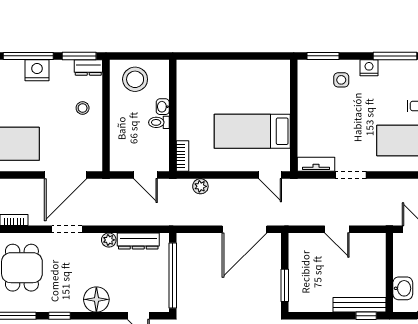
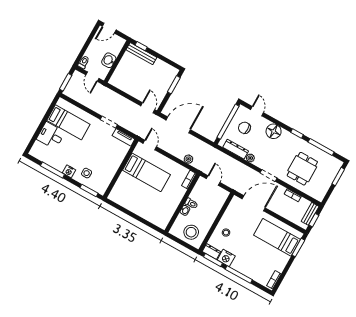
nightstand: (37, 70) -> (226, 258), moved
door: (337, 229) -> (148, 108), moved
chair: (143, 280) -> (244, 128), added
washbasin: (403, 288) -> (109, 60), moved

